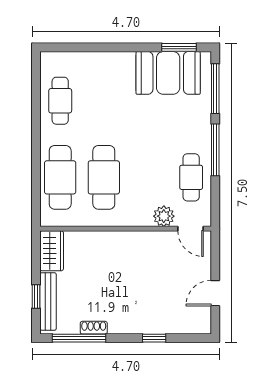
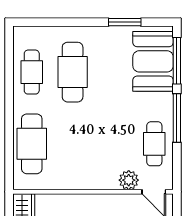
window: (179, 47) -> (125, 22), moved
booth: (168, 73) -> (153, 61), moved, turned 90
cafe table: (104, 177) -> (73, 72), moved

